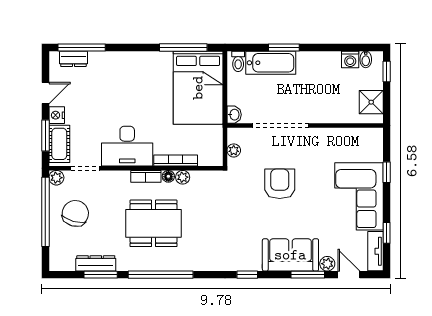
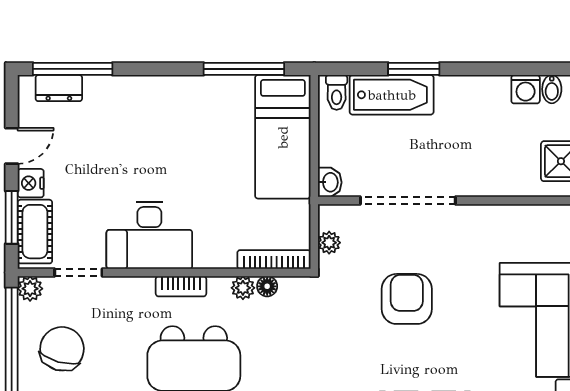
bed: (198, 88) -> (283, 137), width x0.67
bookcase: (176, 160) -> (274, 260), moved
floor lamp: (168, 176) -> (267, 286), moved

